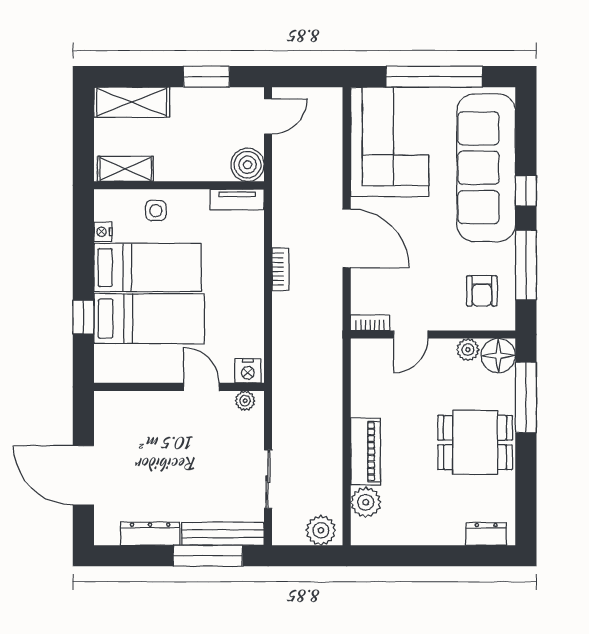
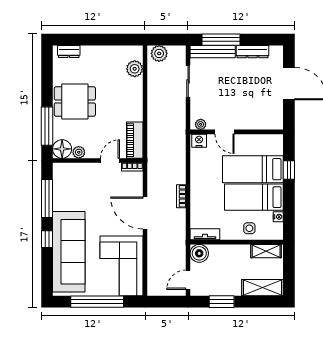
armchair: (482, 291) -> (71, 184), removed
piano: (365, 452) -> (135, 140), moved

